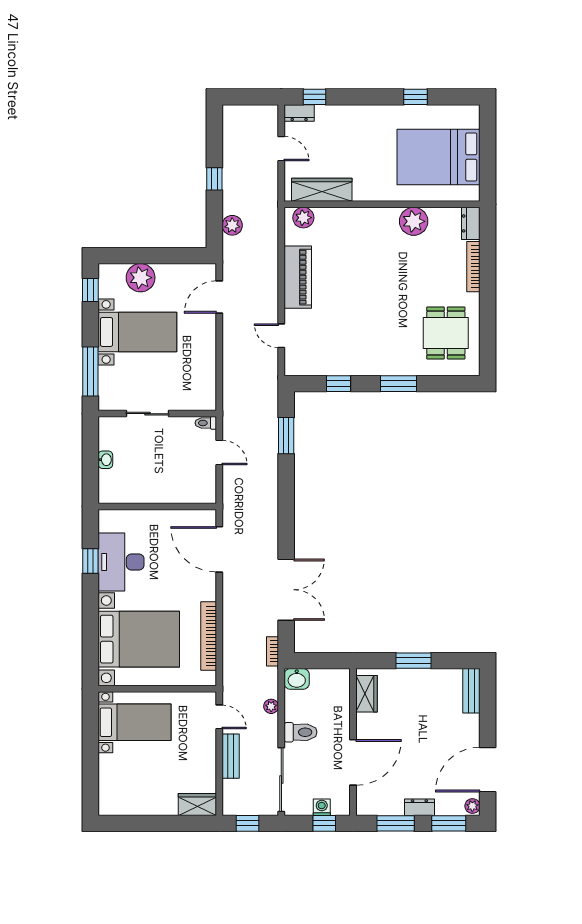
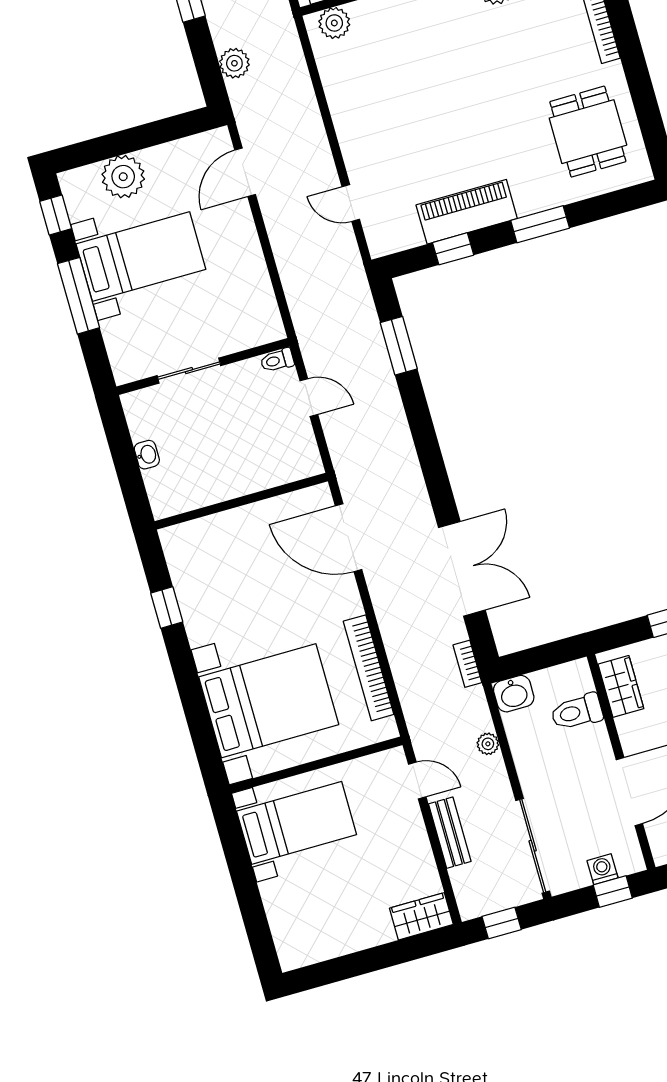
piano: (298, 277) -> (467, 212), moved, turned -90
window: (90, 372) -> (79, 296), moved
desk: (121, 562) -> (211, 596), removed
toilet: (301, 732) -> (577, 712), moved, turned 180

